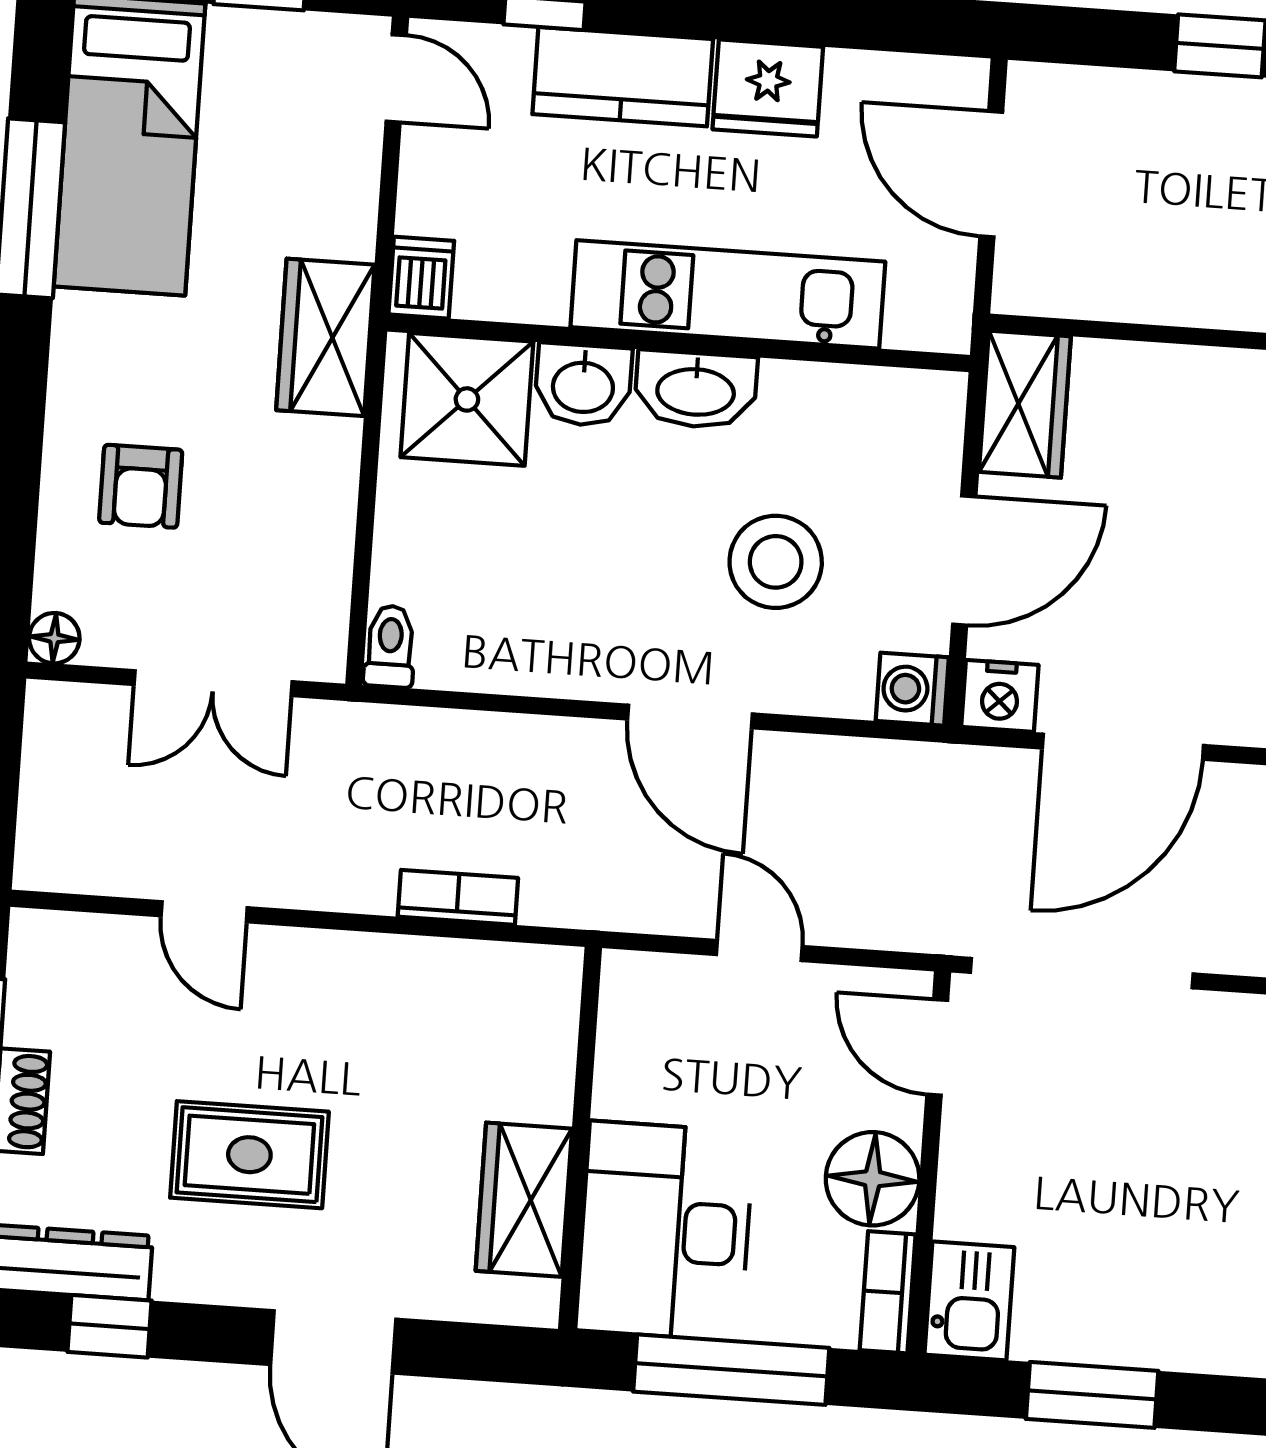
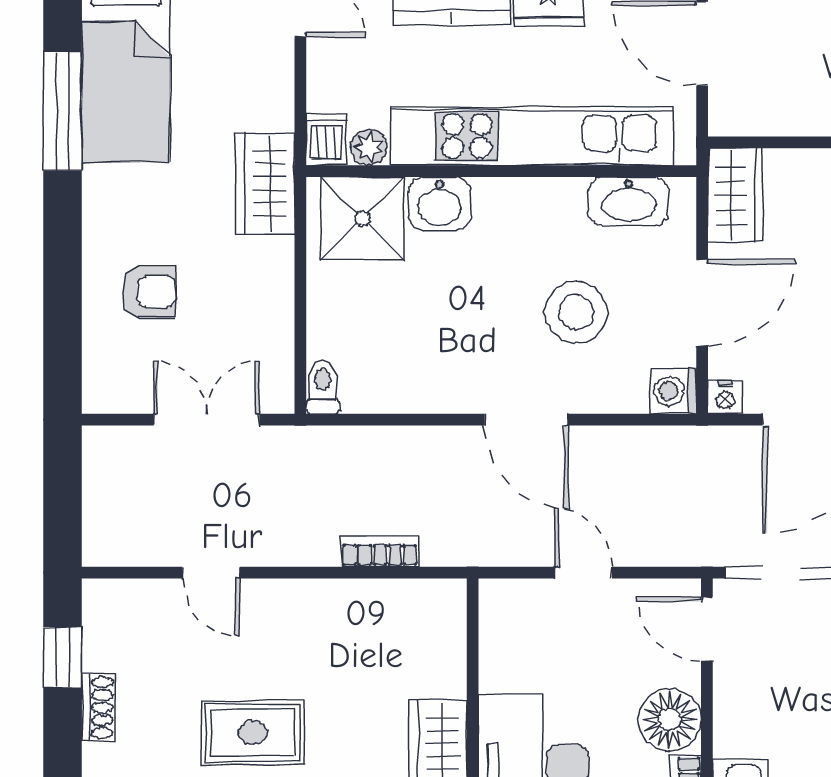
plant: (483, 294) -> (369, 147), added
kitchen unit: (728, 294) -> (532, 136), width x1.36
washbasin: (696, 390) -> (629, 201), moved
armchair: (141, 486) -> (149, 292), turned -90
floor lamp: (54, 638) -> (98, 397), removed
double door: (213, 683) -> (206, 420), swing flipped
nightstand: (1000, 696) -> (725, 397), width x0.72, depth x0.74

